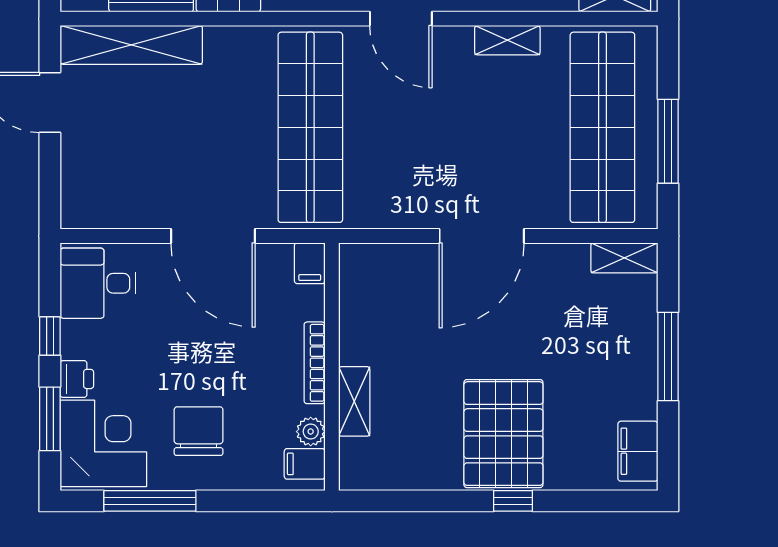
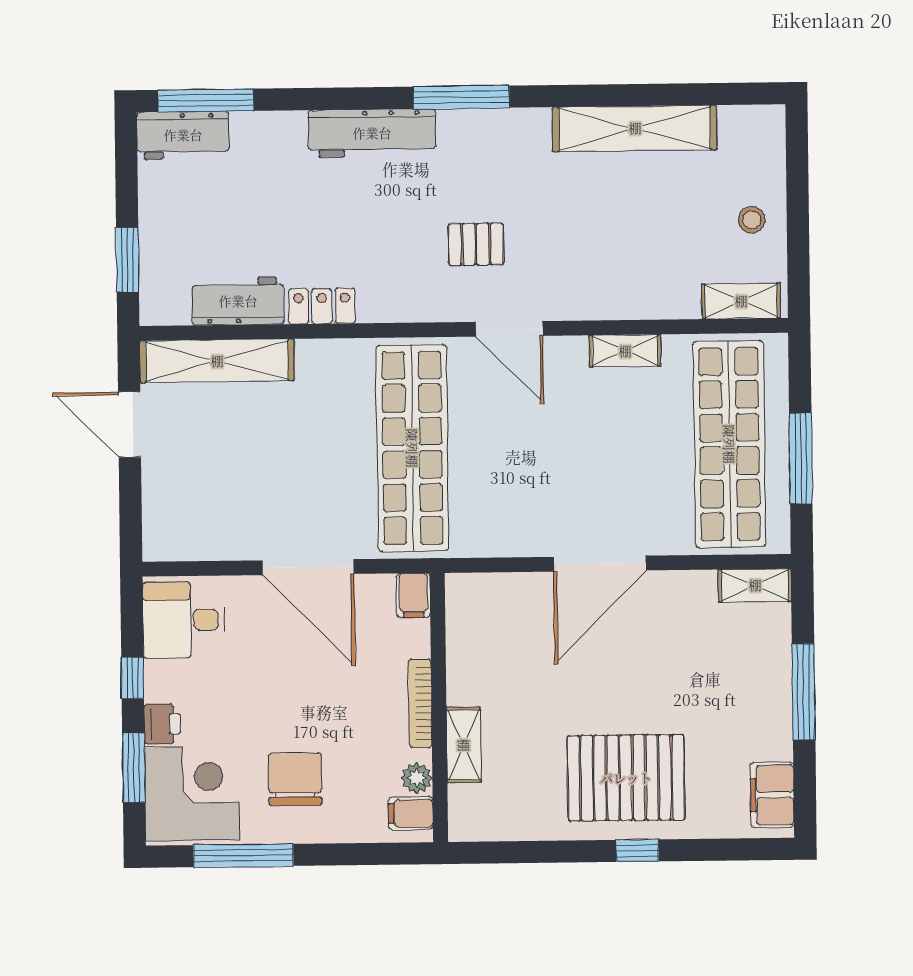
pallet: (503, 434) -> (626, 778), turned 90

